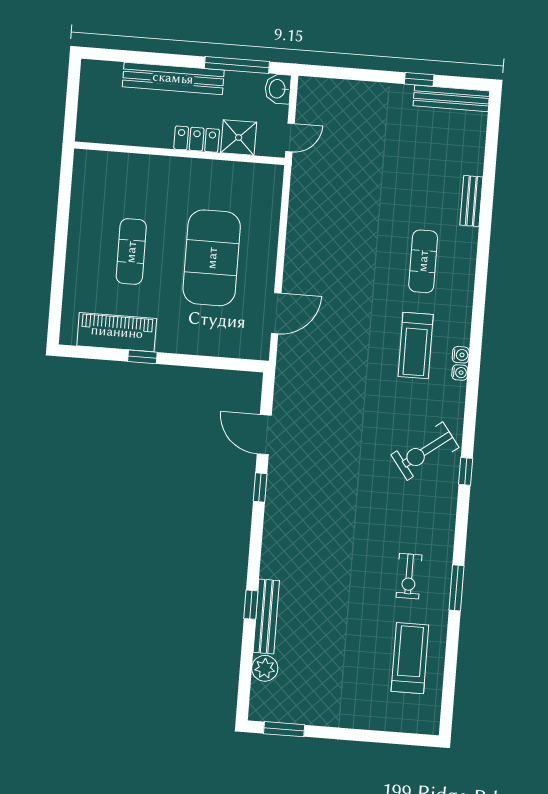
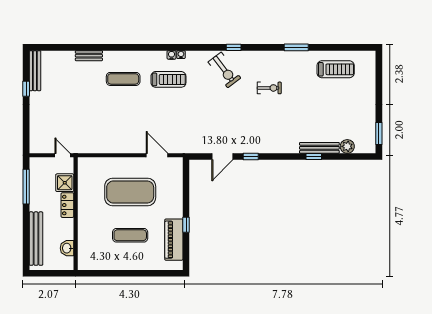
bench: (173, 78) -> (36, 239), moved
washbasin: (278, 89) -> (67, 248), moved, turned 90
exercise bike: (409, 576) -> (269, 88), moved
treadmill: (410, 658) -> (336, 69), turned 180

